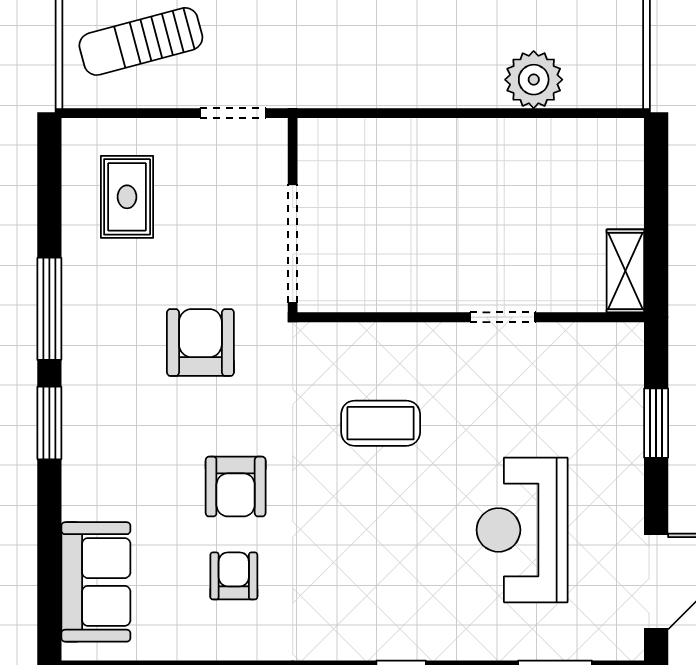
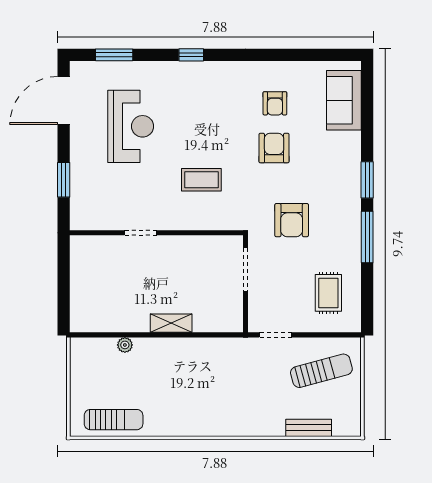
plant: (534, 80) -> (125, 345), width x0.53, depth x0.53
doorway: (293, 244) -> (245, 270), width x0.73
shelving: (625, 271) -> (171, 323), moved, turned 90

